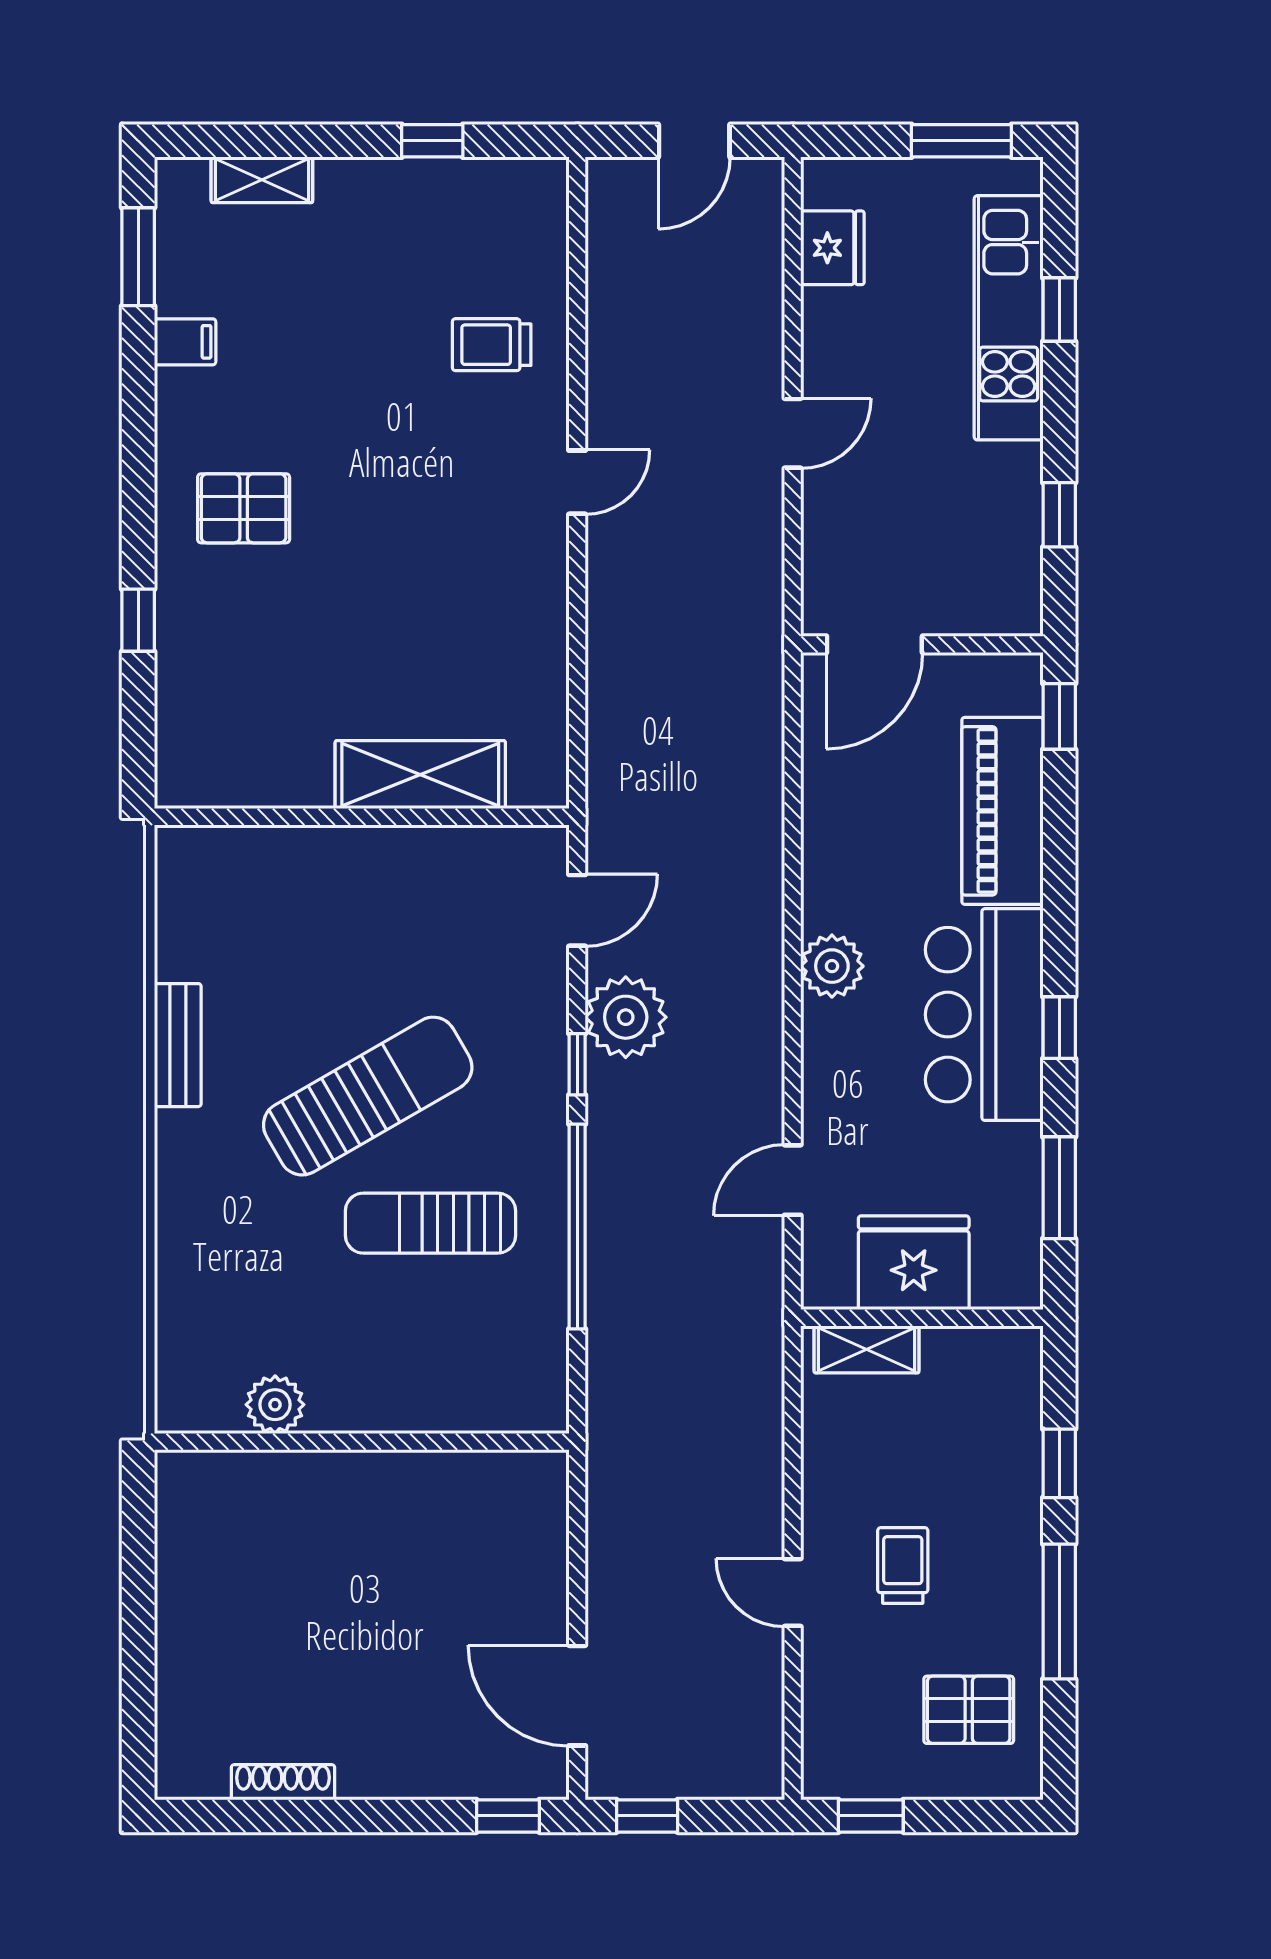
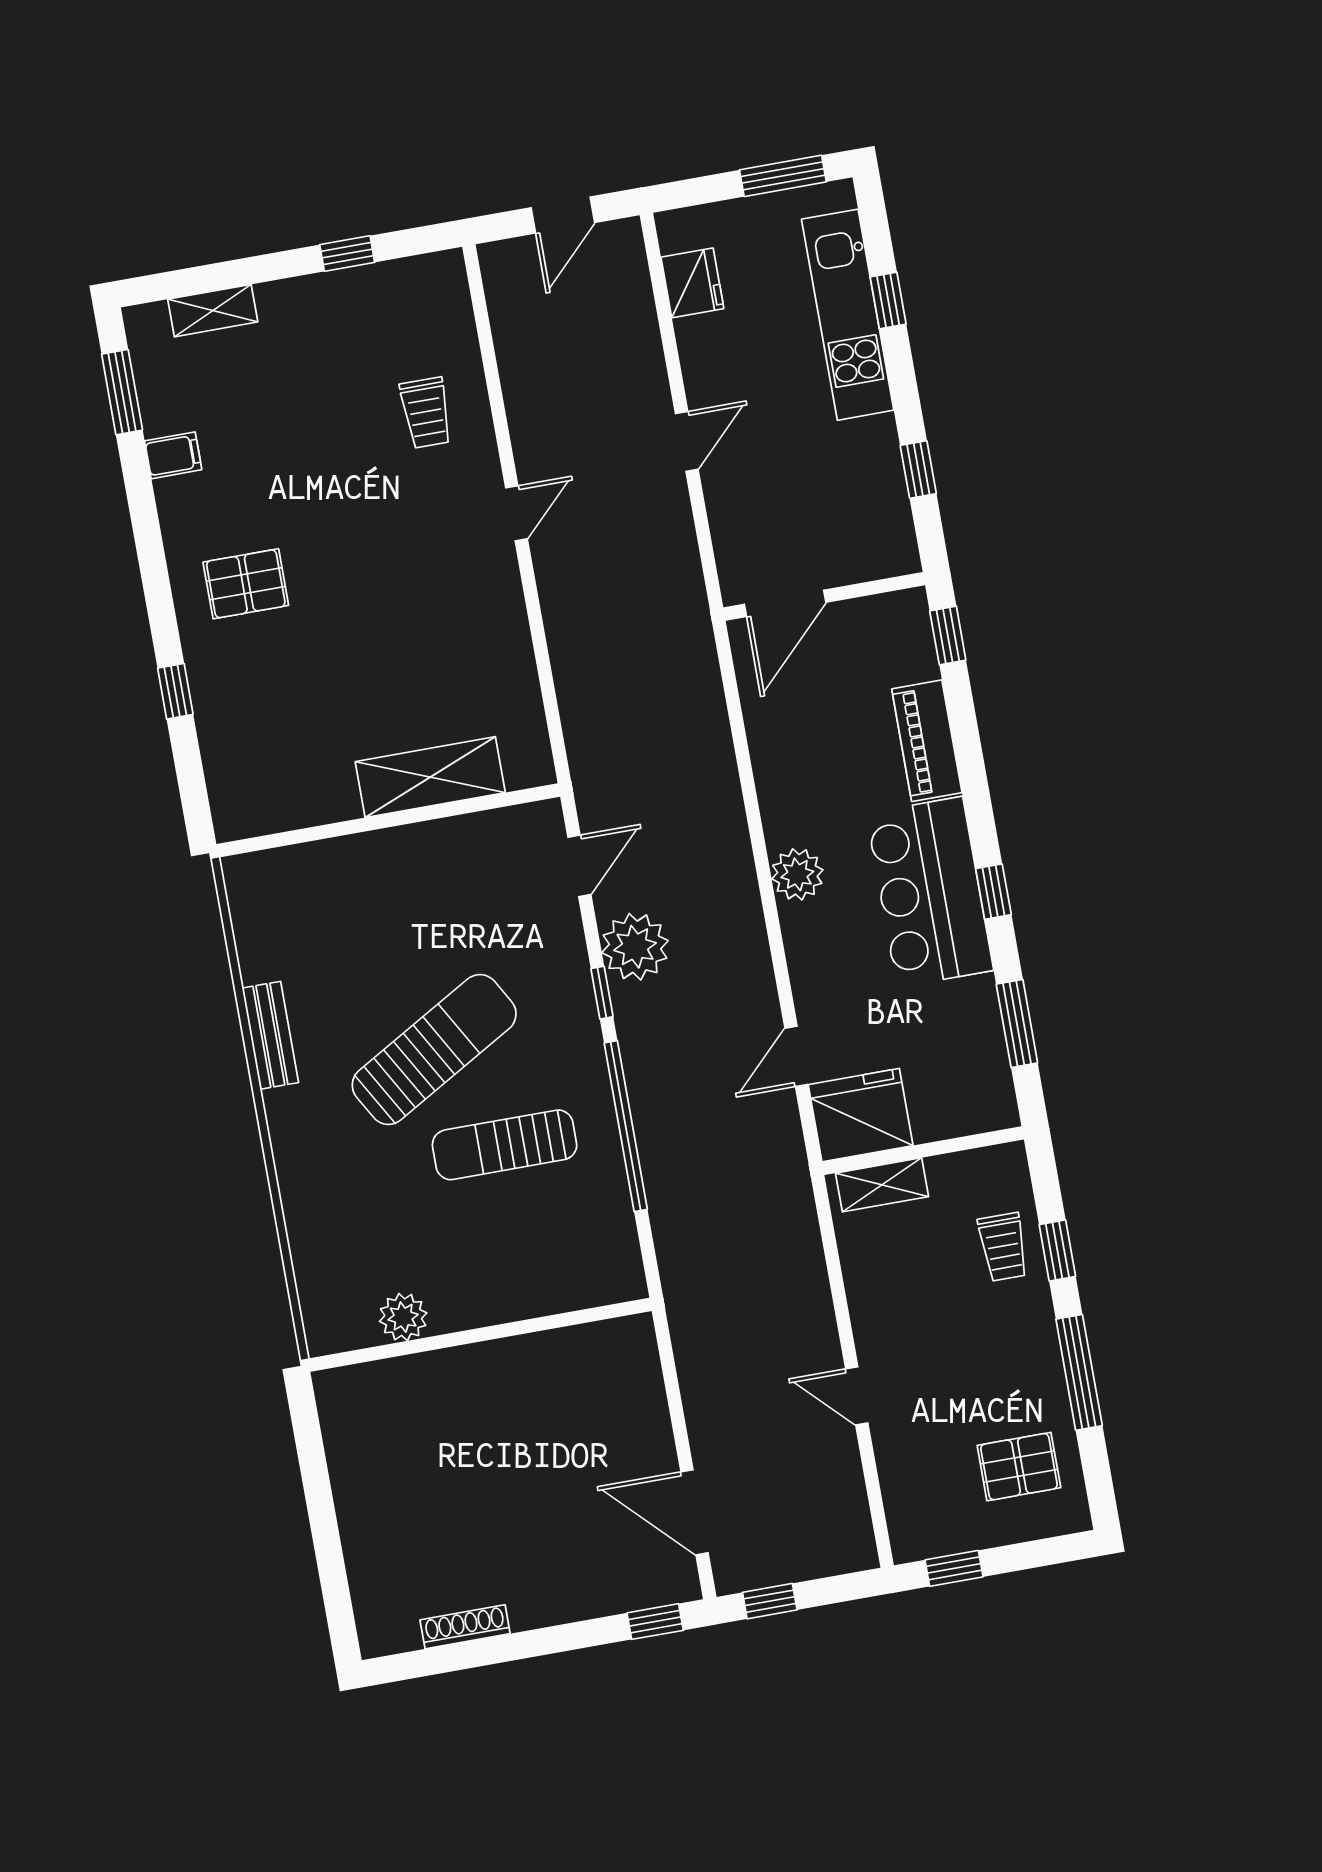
trolley: (492, 345) -> (426, 413), turned -90
piano: (1002, 811) -> (927, 741), width x0.73, depth x0.75
fridge: (914, 1263) -> (861, 1115), moved
trolley: (903, 1565) -> (1003, 1247), moved, turned 180

